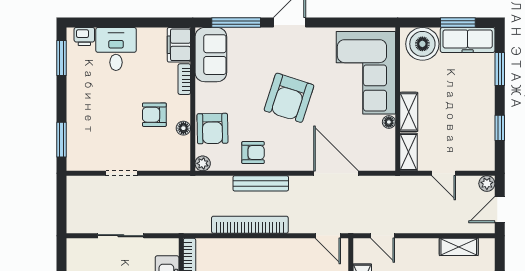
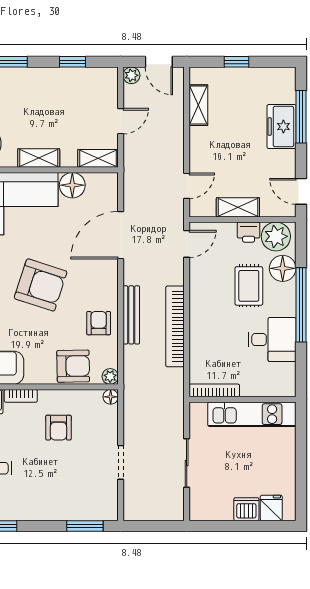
shelving: (409, 112) -> (39, 158), moved
floor lamp: (389, 122) -> (72, 185), width x1.89, depth x1.89
floor lamp: (183, 128) -> (111, 397), moved

